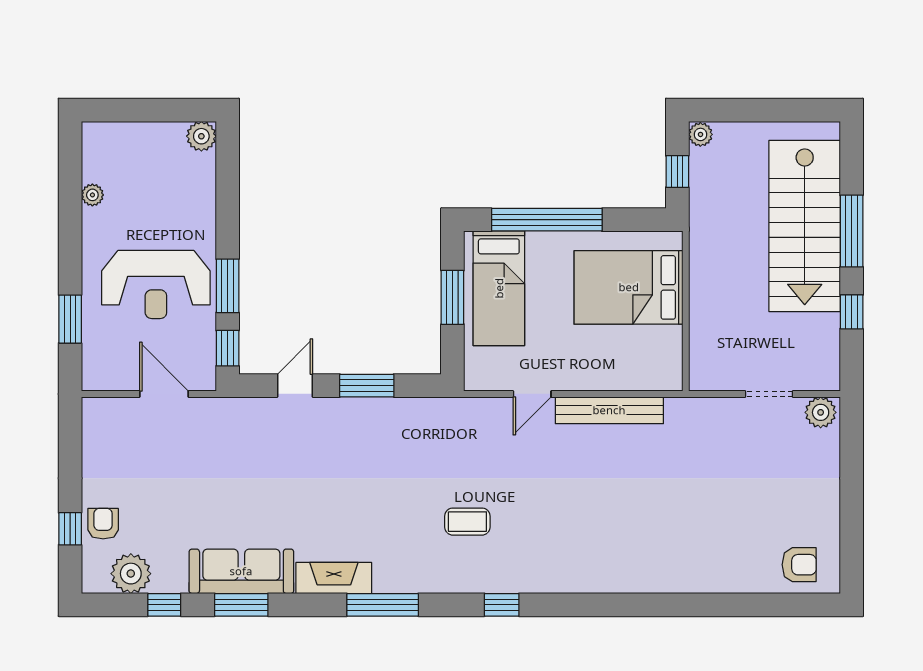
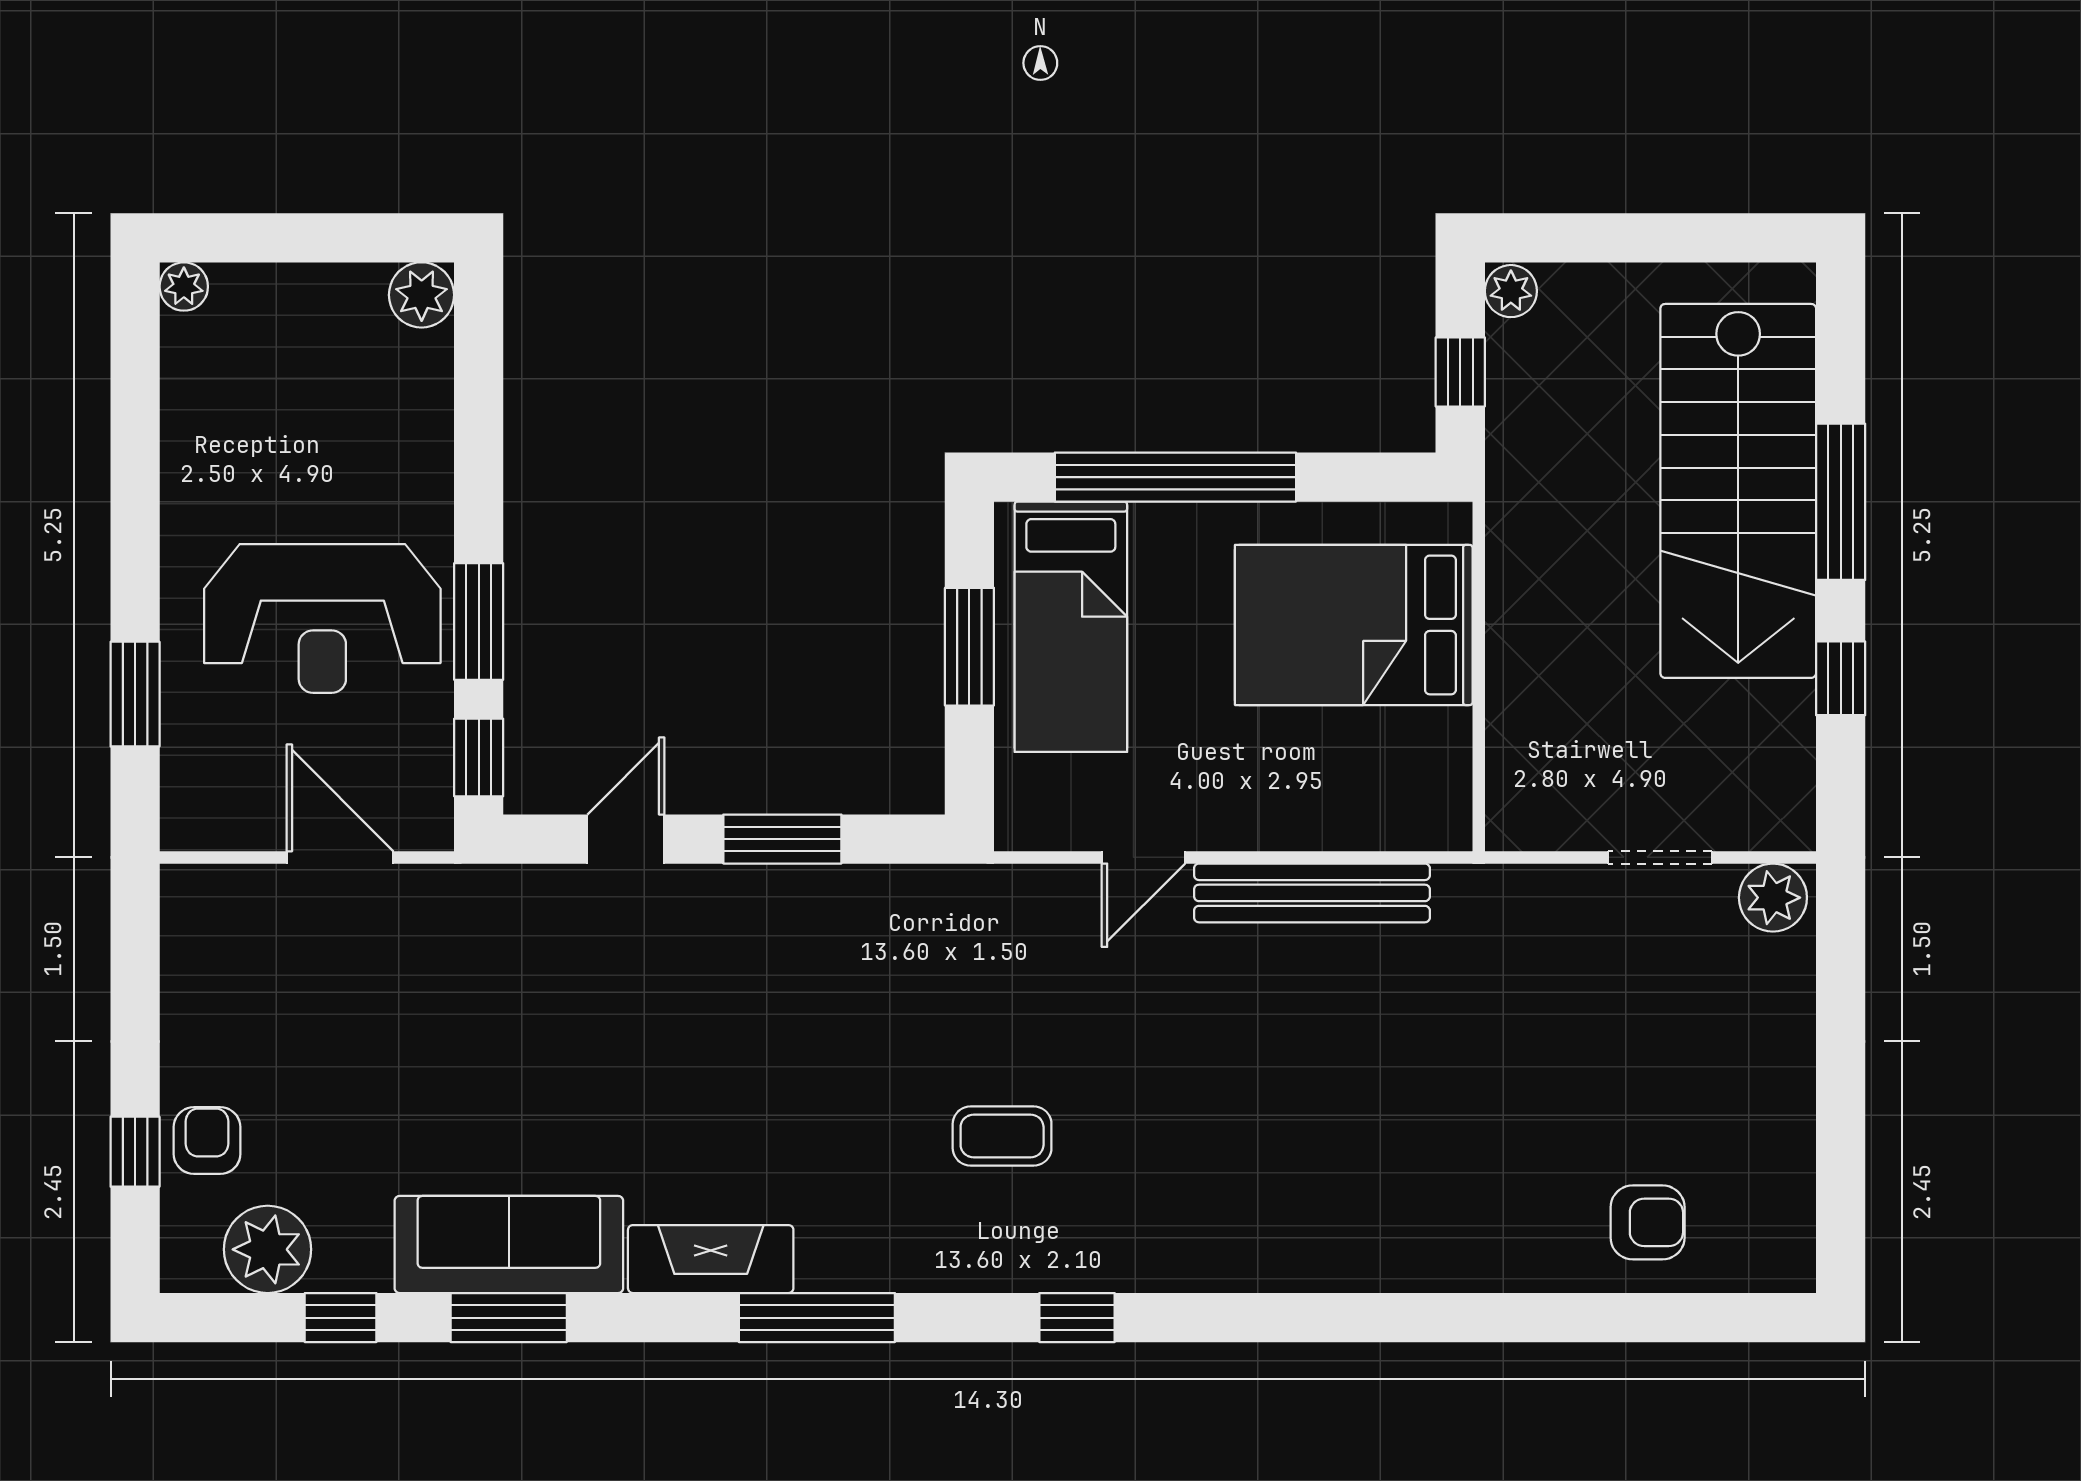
plant: (92, 195) -> (184, 287), moved
armchair: (799, 565) -> (1648, 1222), moved

